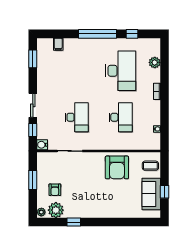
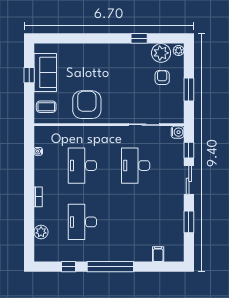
window: (33, 59) -> (189, 222), moved
desk: (121, 71) -> (82, 222), width x0.73, depth x0.77

